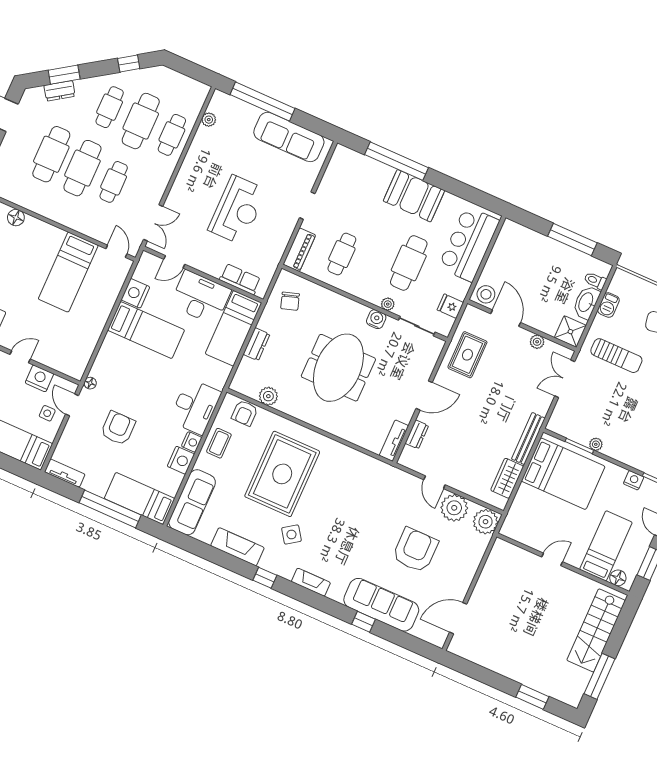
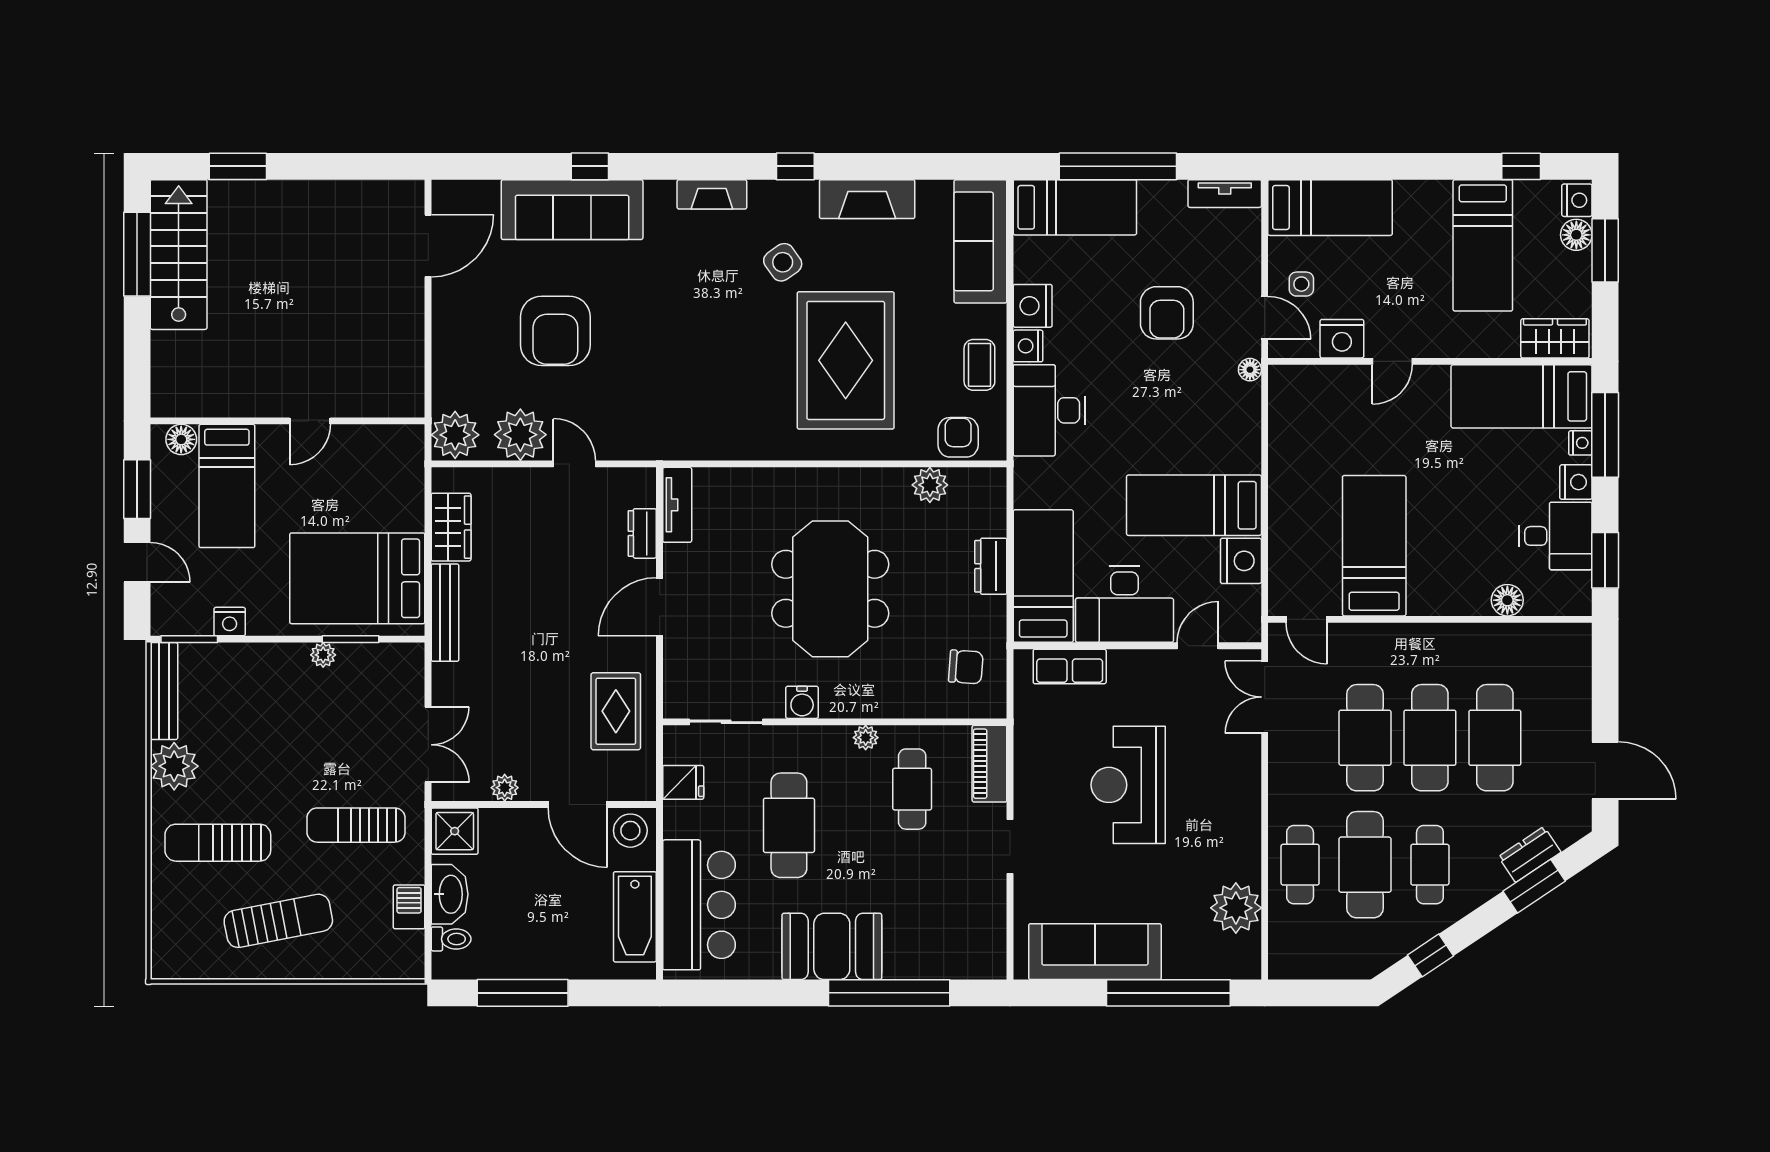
plant: (209, 120) -> (1236, 908), width x1.87, depth x1.87
cafe table: (114, 182) -> (1365, 738), width x1.37, depth x1.35
bathtub: (502, 252) -> (635, 917), added
chair: (290, 301) -> (966, 667), turned 112
plant: (388, 304) -> (866, 738), moved
stairs: (596, 630) -> (179, 255), moved

